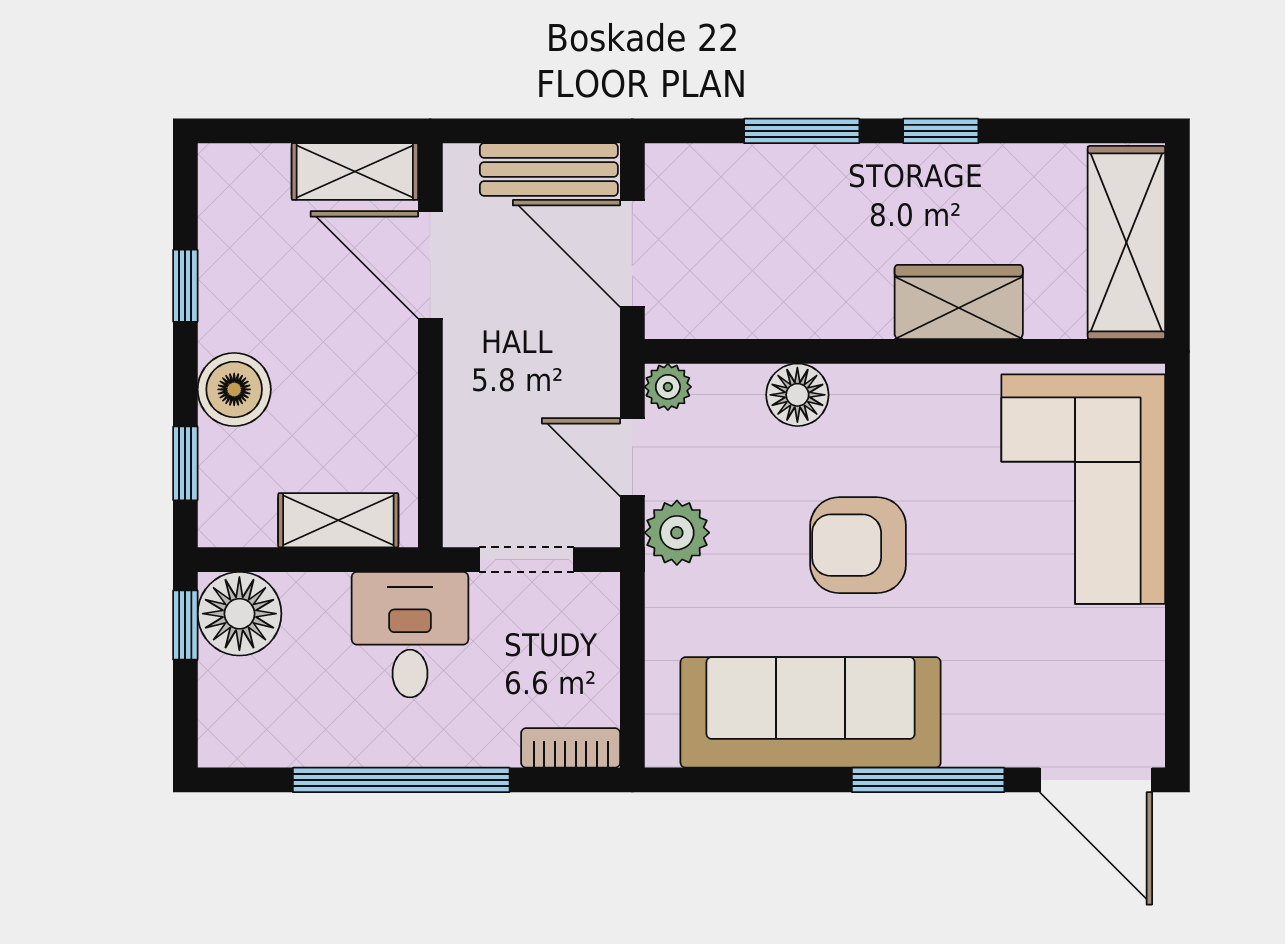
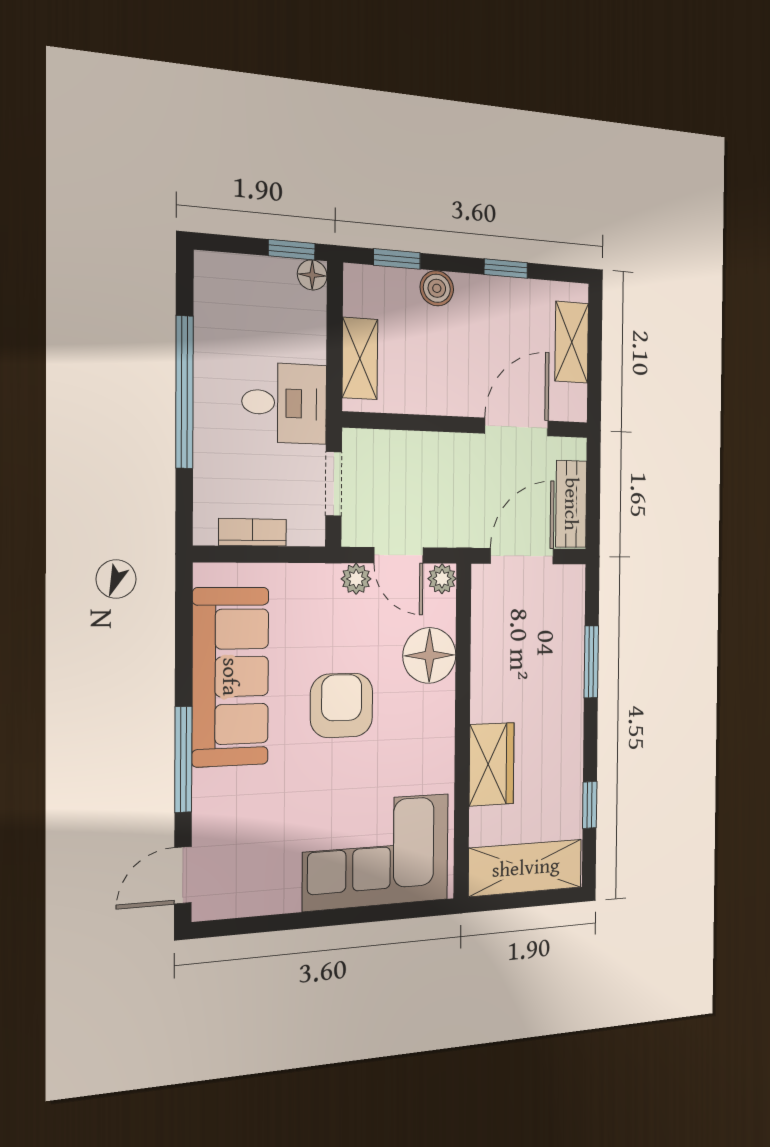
window: (941, 131) -> (590, 805), moved
shelving: (355, 172) -> (572, 342), moved
boiler: (234, 389) -> (437, 288), width x0.73, depth x0.73
floor lamp: (797, 395) -> (429, 655), width x1.38, depth x1.38
door: (632, 457) -> (399, 555), swing flipped
plant: (677, 533) -> (356, 579), width x0.73, depth x0.73
floor lamp: (239, 614) -> (312, 275), width x0.53, depth x0.53
bookcase: (571, 748) -> (253, 532), moved, turned -90
door: (1096, 780) -> (183, 875), width x0.73

